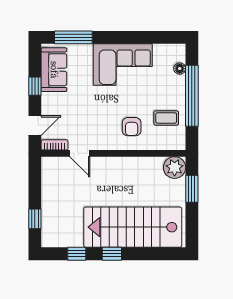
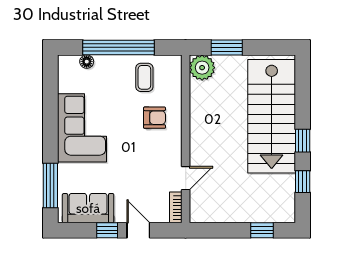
door: (35, 126) -> (138, 230), moved

